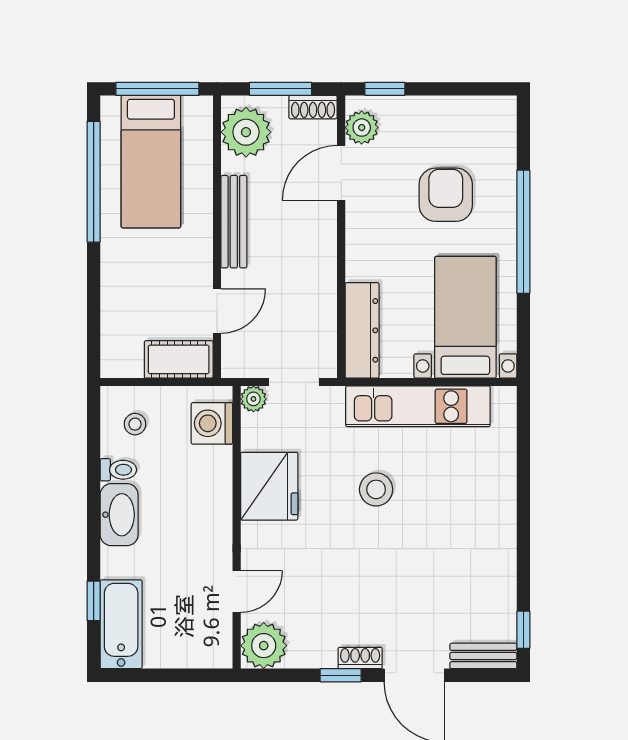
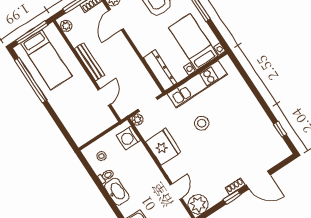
plant: (246, 132) -> (66, 26), width x0.53, depth x0.53
cot: (179, 359) -> (102, 123), removed
window: (523, 630) -> (280, 129), moved
bench: (483, 656) -> (278, 157), removed

